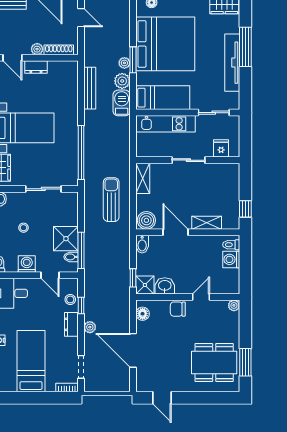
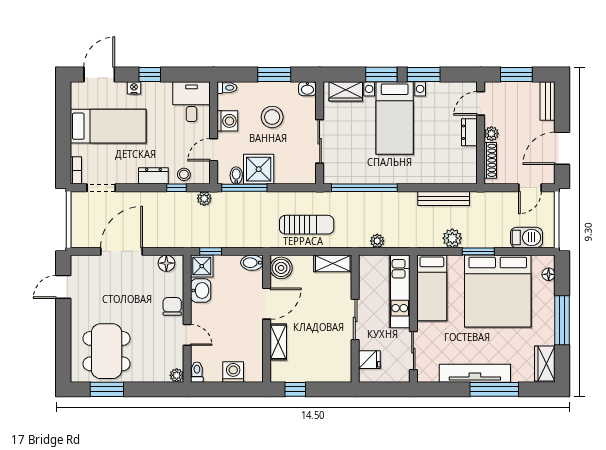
plant: (124, 63) -> (377, 241), moved
barbecue: (122, 103) -> (526, 237), moved
stool: (24, 228) -> (272, 117), width x1.89, depth x1.89
toilet: (231, 245) -> (197, 372), moved
plant: (90, 327) -> (204, 198), moved

